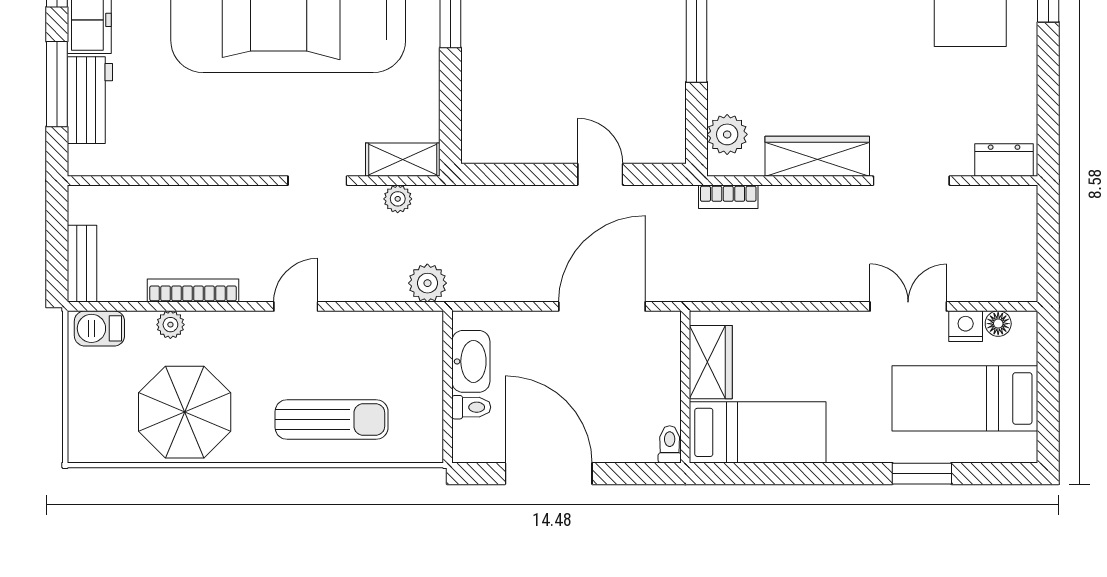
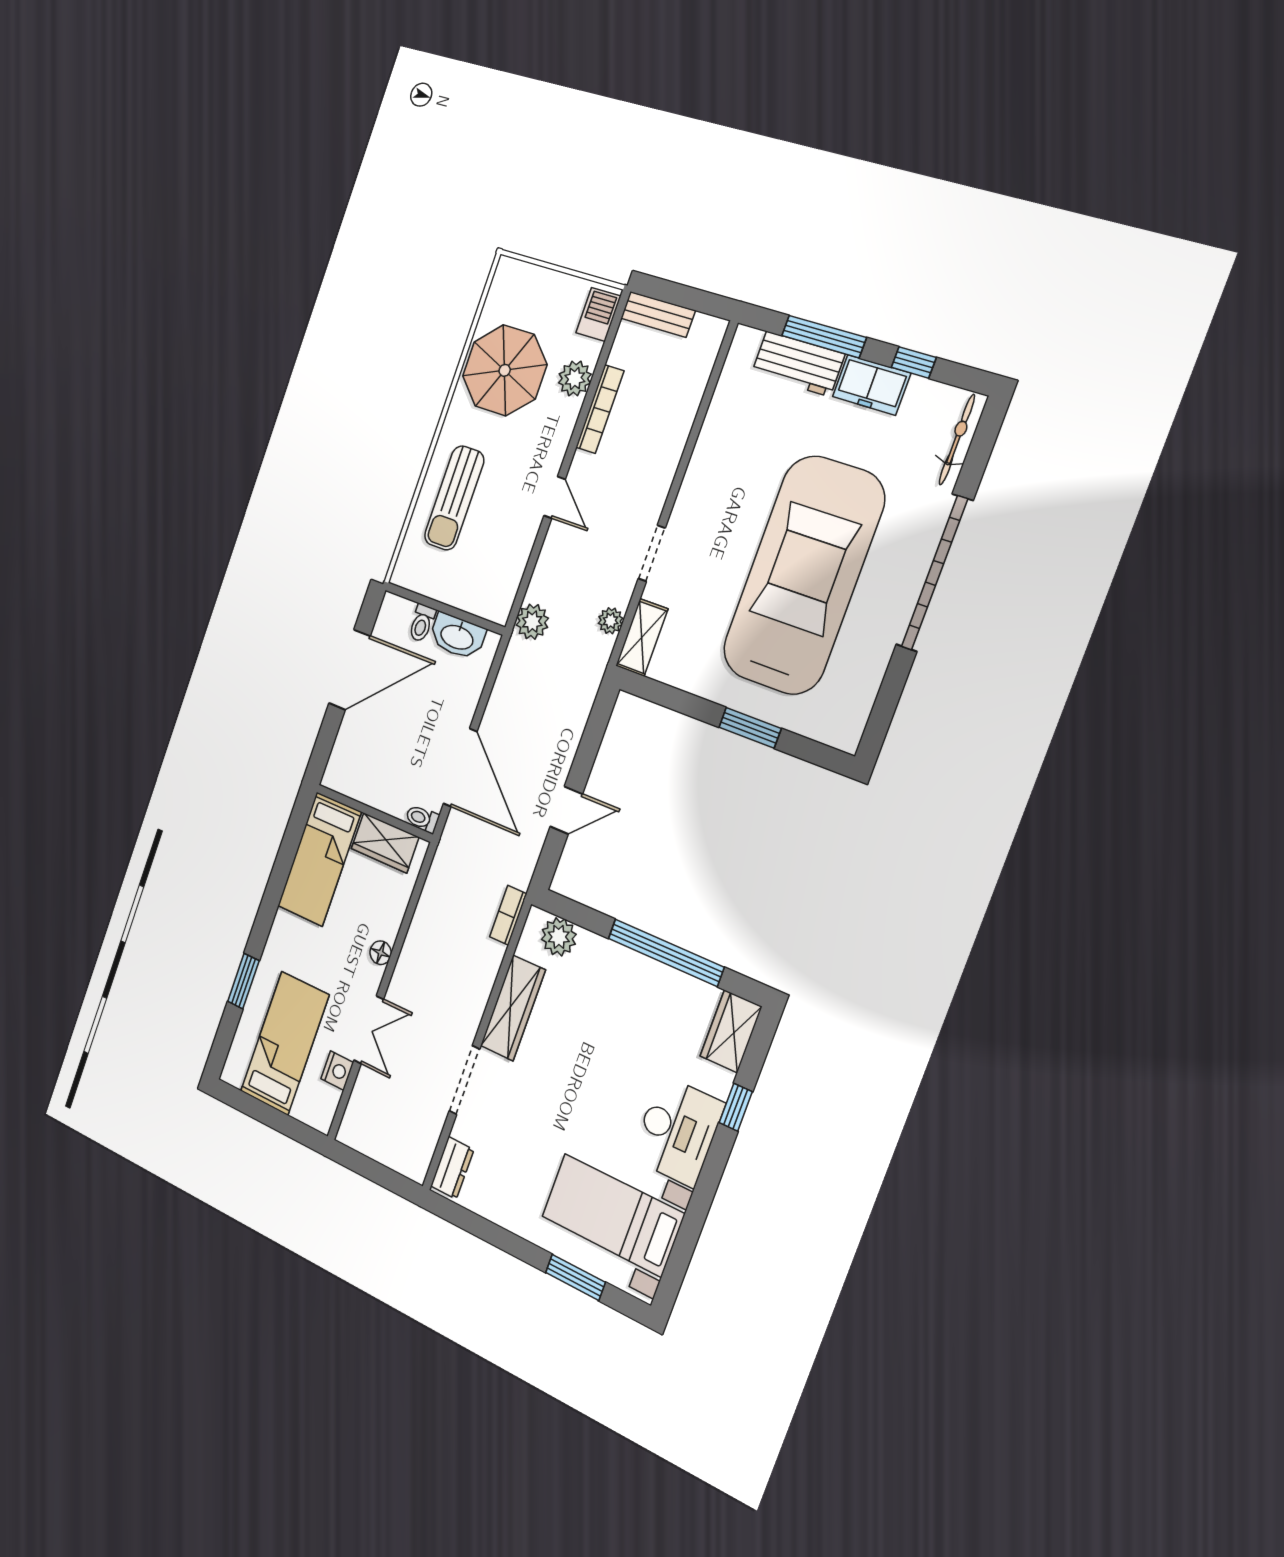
floor lamp: (998, 324) -> (381, 953), moved
plant: (170, 325) -> (575, 378), width x1.38, depth x1.38
toilet: (670, 444) -> (422, 819), moved, turned 180

